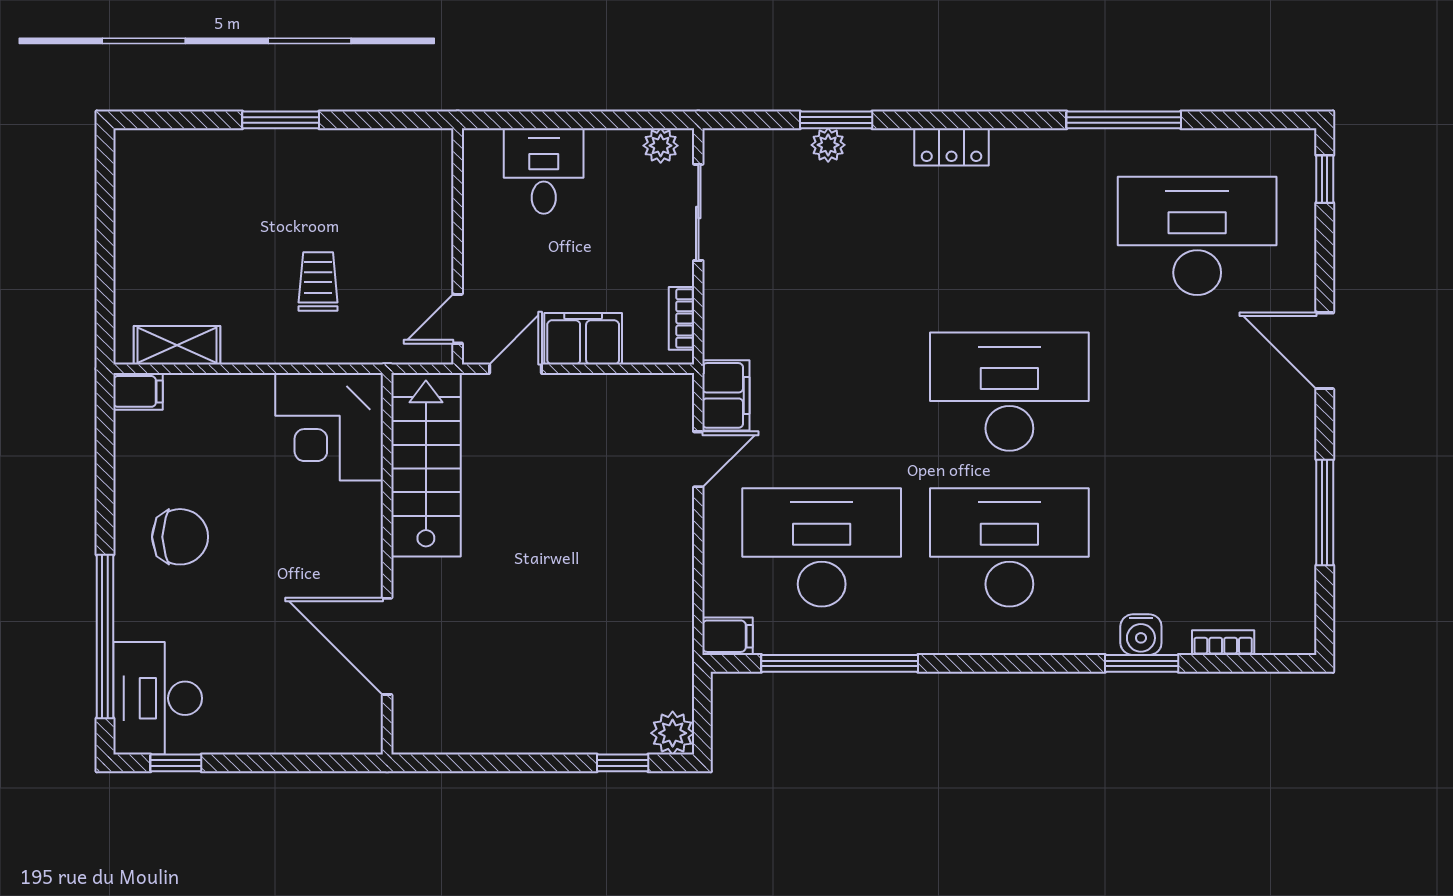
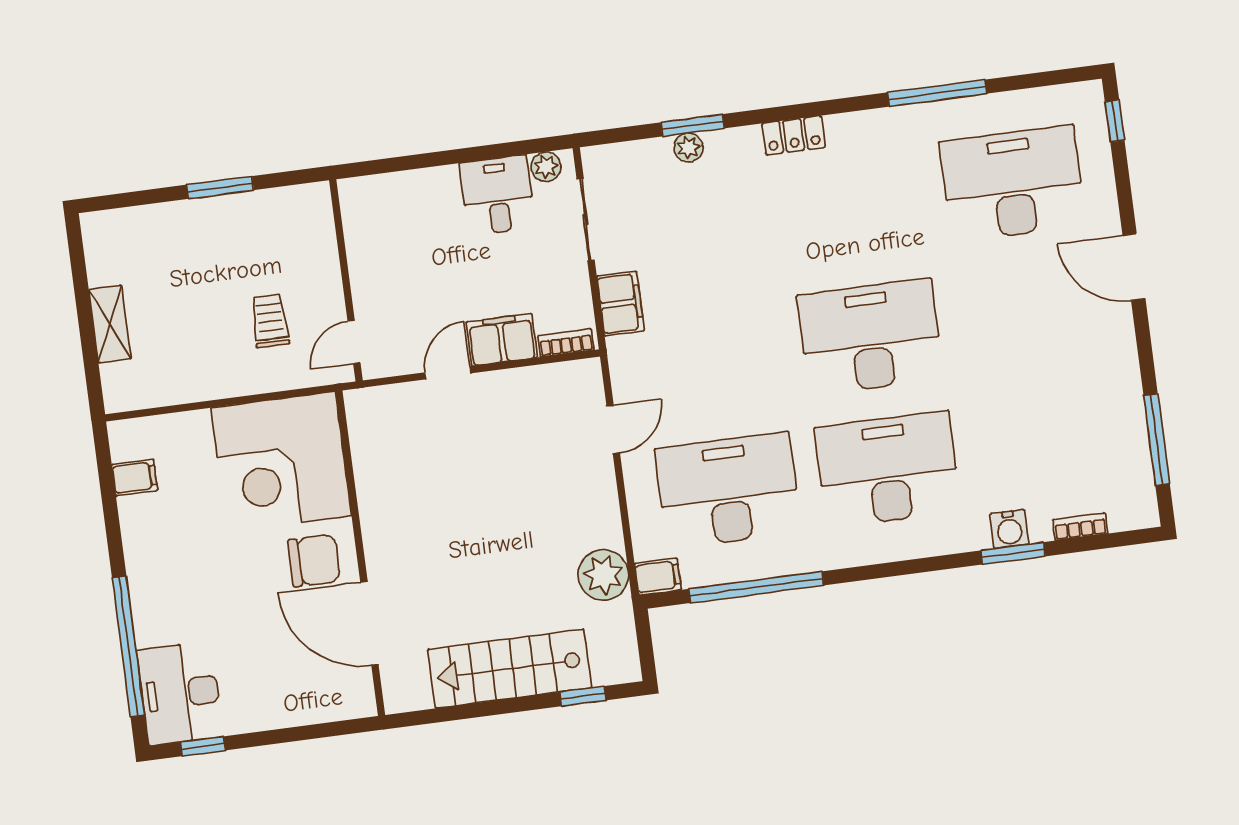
desk: (544, 171) -> (497, 195), moved
wall: (458, 246) -> (346, 280), moved
bookcase: (682, 318) -> (566, 343), moved, turned 90
door: (458, 319) -> (354, 342), moved
shelving: (177, 345) -> (110, 324), moved, turned 90
filing cabinet: (138, 391) -> (135, 478), moved
filing cabinet: (726, 395) -> (621, 303), moved
corner desk: (329, 427) -> (281, 462), width x1.36, depth x1.36
stairs: (426, 465) -> (510, 669), moved, turned -90
window: (1325, 512) -> (1157, 439), moved
chair: (180, 537) -> (314, 561), moved
plant: (673, 733) -> (603, 575), moved, width x1.36, depth x1.36

